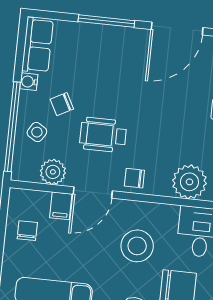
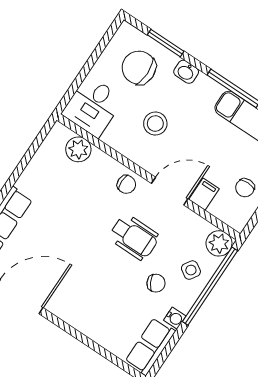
window: (106, 21) -> (78, 336), removed
plant: (53, 172) -> (219, 243), moved
plant: (189, 182) -> (78, 149), width x0.73, depth x0.73
stool: (137, 246) -> (155, 123), width x0.73, depth x0.73

